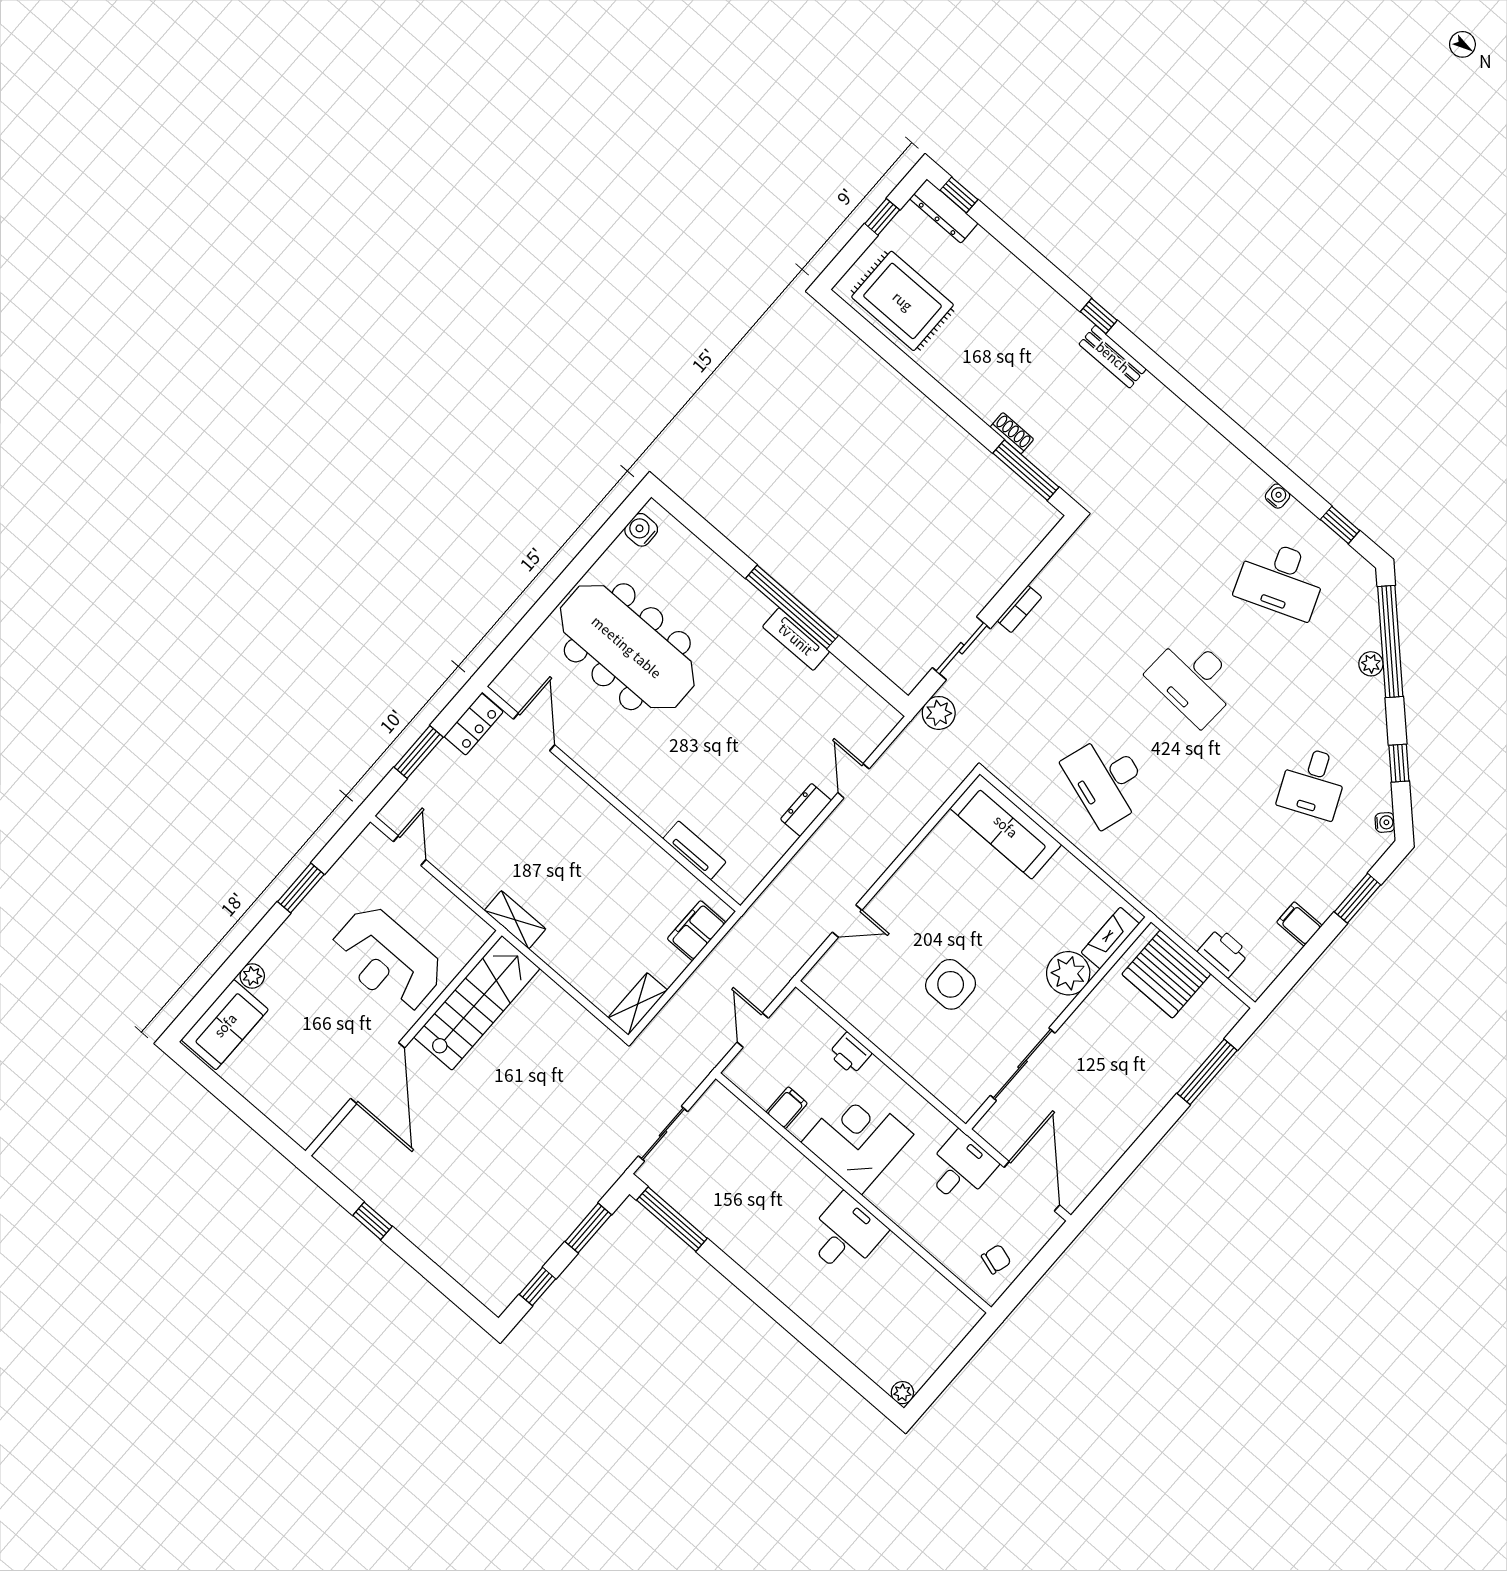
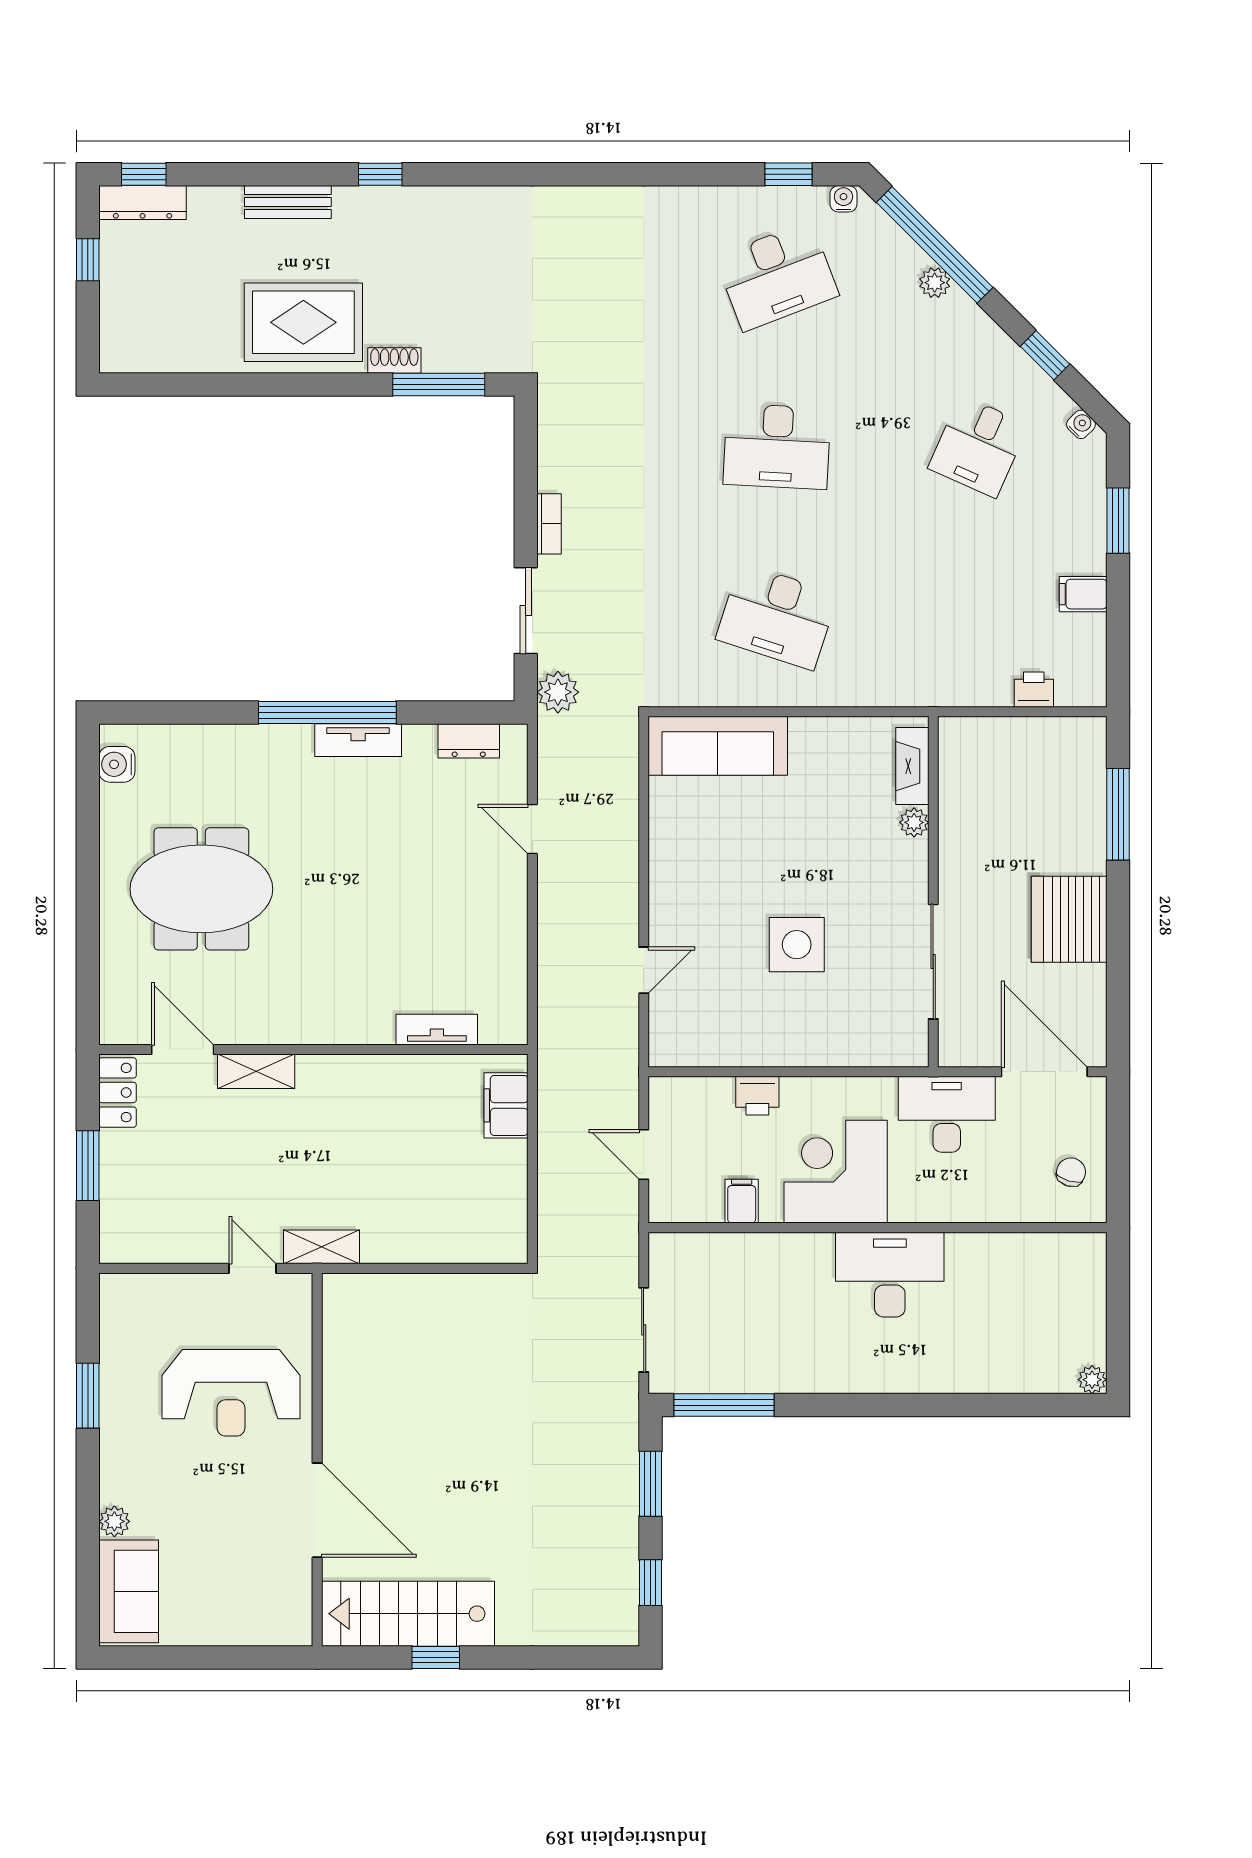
rug: (903, 301) -> (303, 322), moved
bench: (1113, 357) -> (288, 202), moved
water cooler: (1277, 496) -> (844, 199), moved
meeting table: (627, 647) -> (201, 889), width x0.73
desk: (1313, 783) -> (978, 446), turned 48
dresser: (806, 810) -> (469, 741), moved, turned -90
door: (410, 851) -> (252, 1268), moved
printer: (1223, 953) -> (1034, 690), width x0.73, depth x0.81
plant: (1068, 973) -> (914, 822), width x0.53, depth x0.53
server rack: (1166, 974) -> (1069, 919), moved, turned 90
stairs: (477, 1003) -> (408, 1614), moved, turned -90
shelving: (638, 1004) -> (256, 1071), moved, turned 90
desk: (960, 1168) -> (947, 1114), width x1.37
desk: (845, 1235) -> (890, 1275), width x1.37

